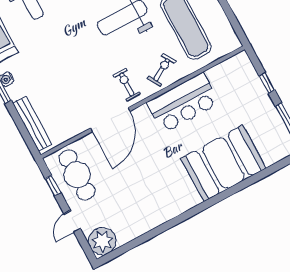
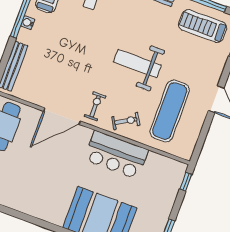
window: (267, 83) -> (186, 182), moved

